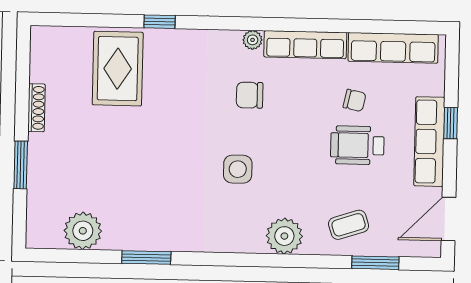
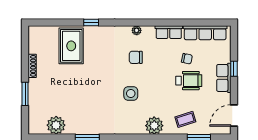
row of seats: (305, 45) -> (169, 32), width x0.68
row of seats: (429, 142) -> (224, 78), width x0.68
wheelchair: (357, 145) -> (189, 81), turned 180

